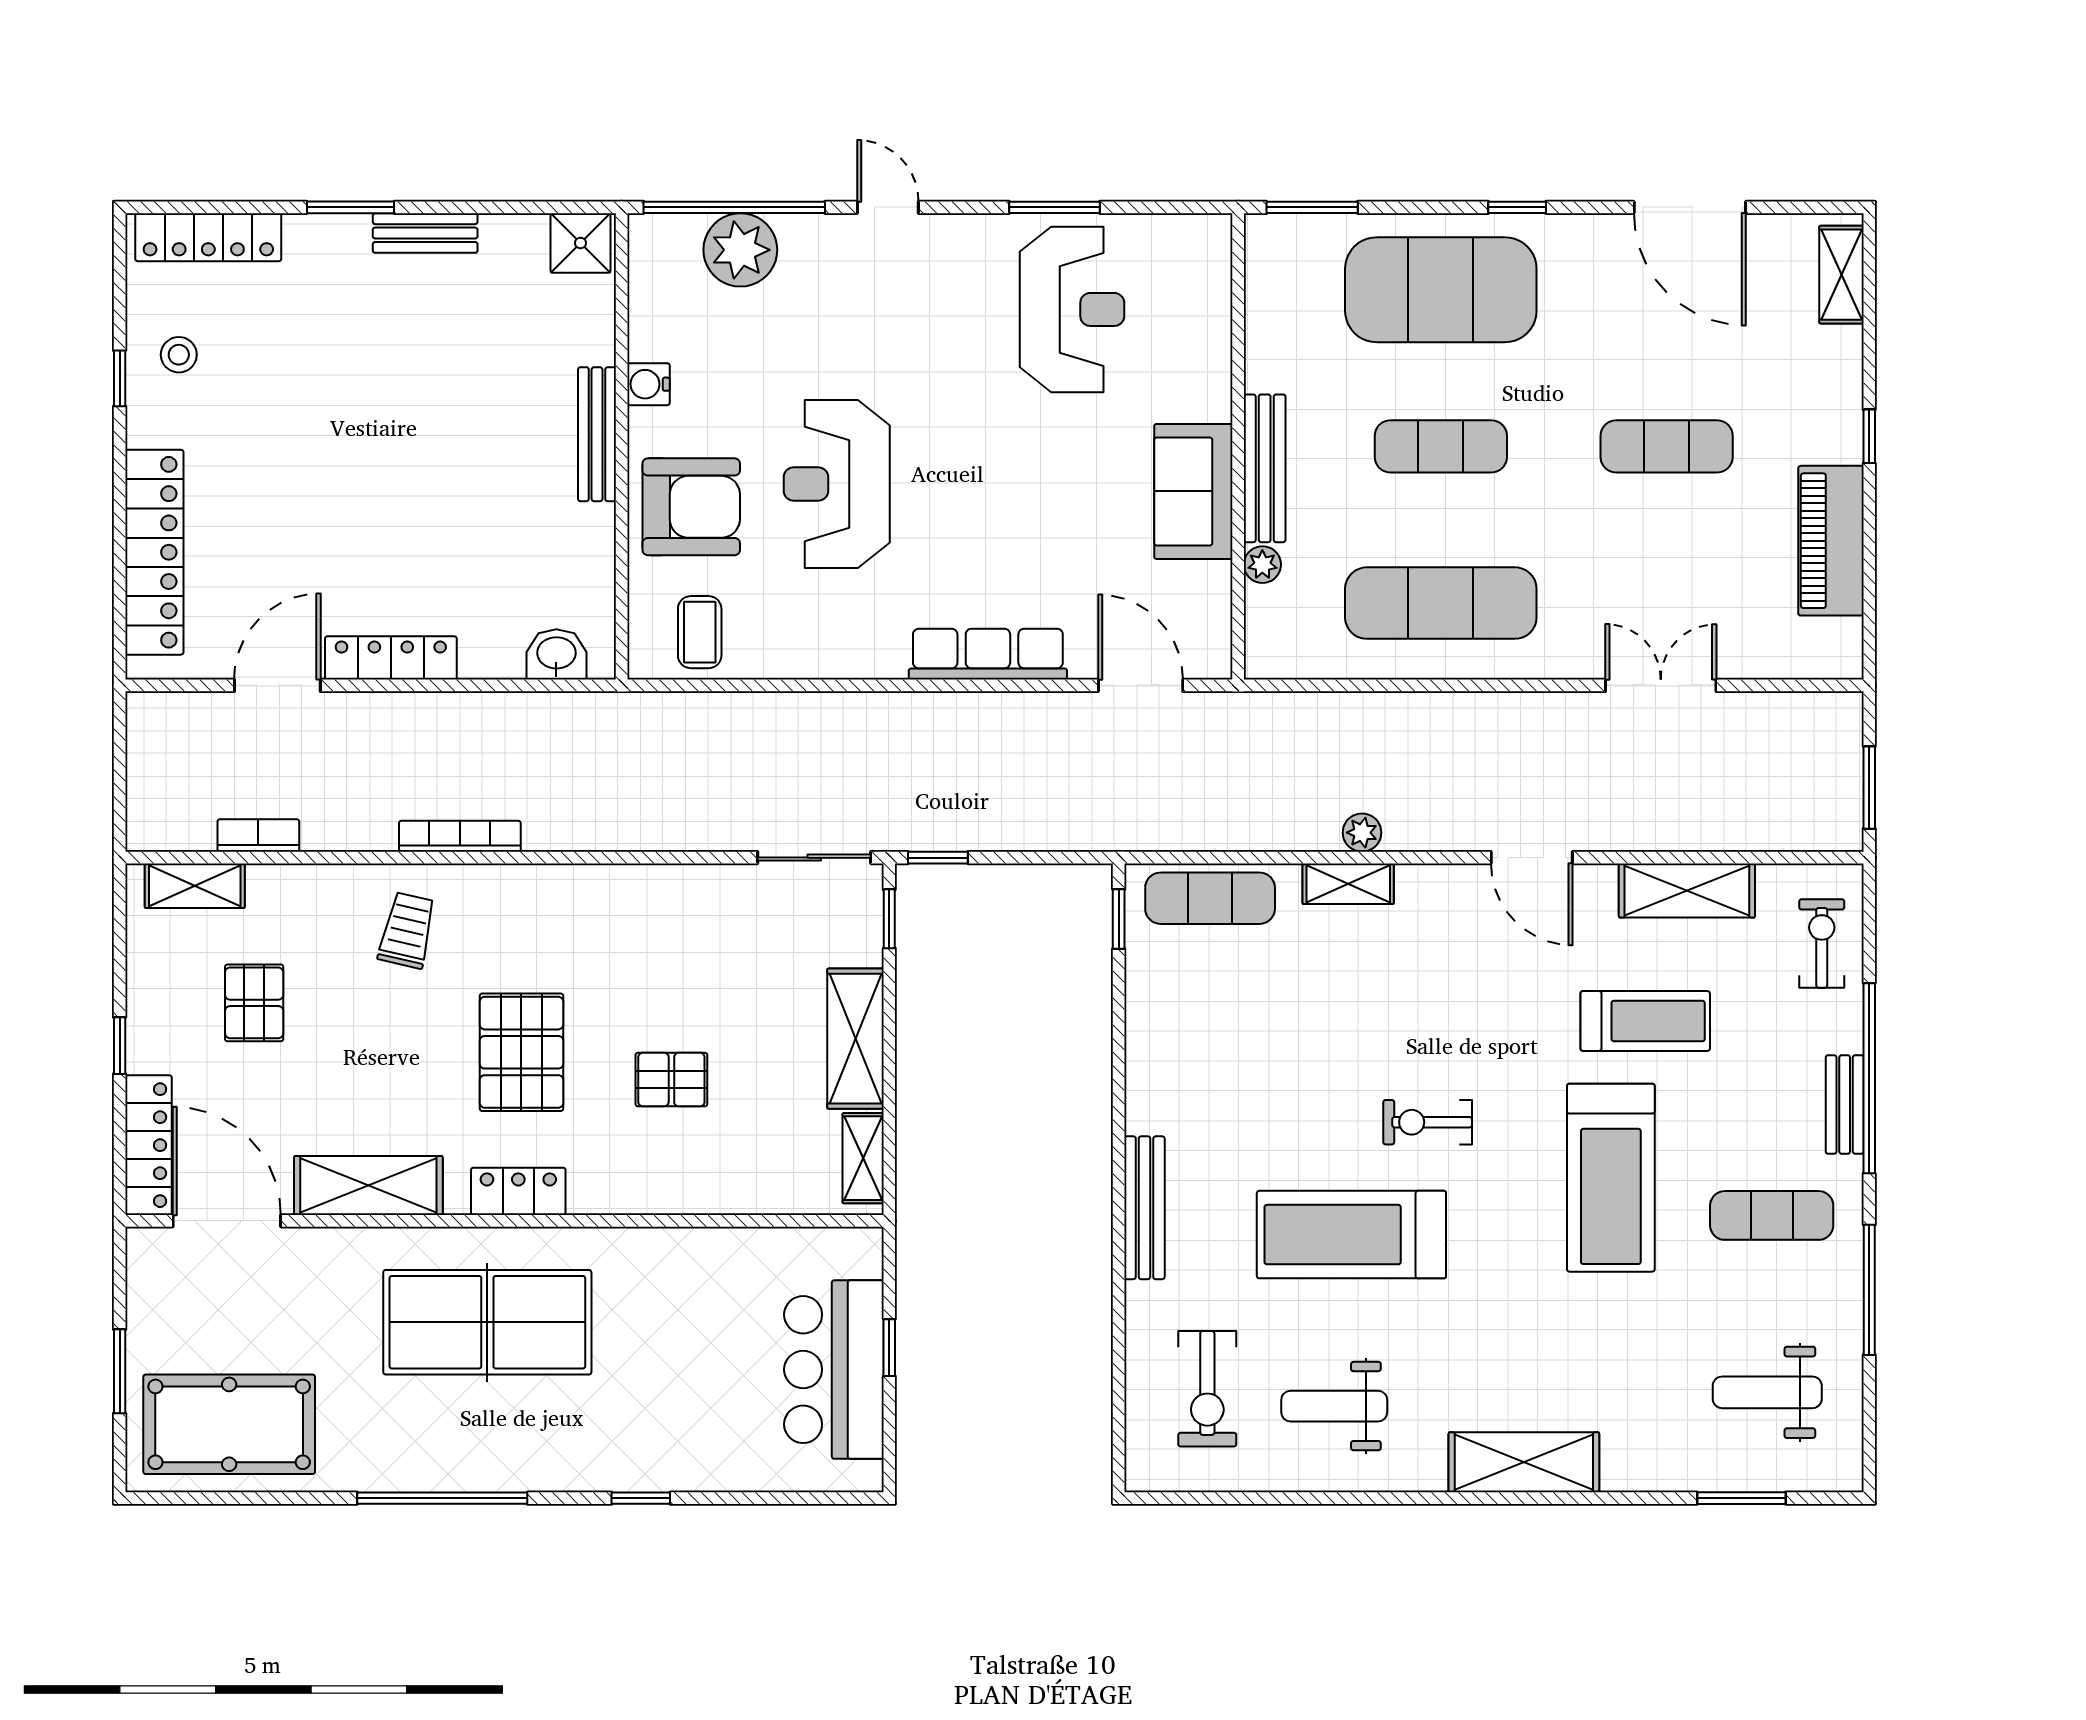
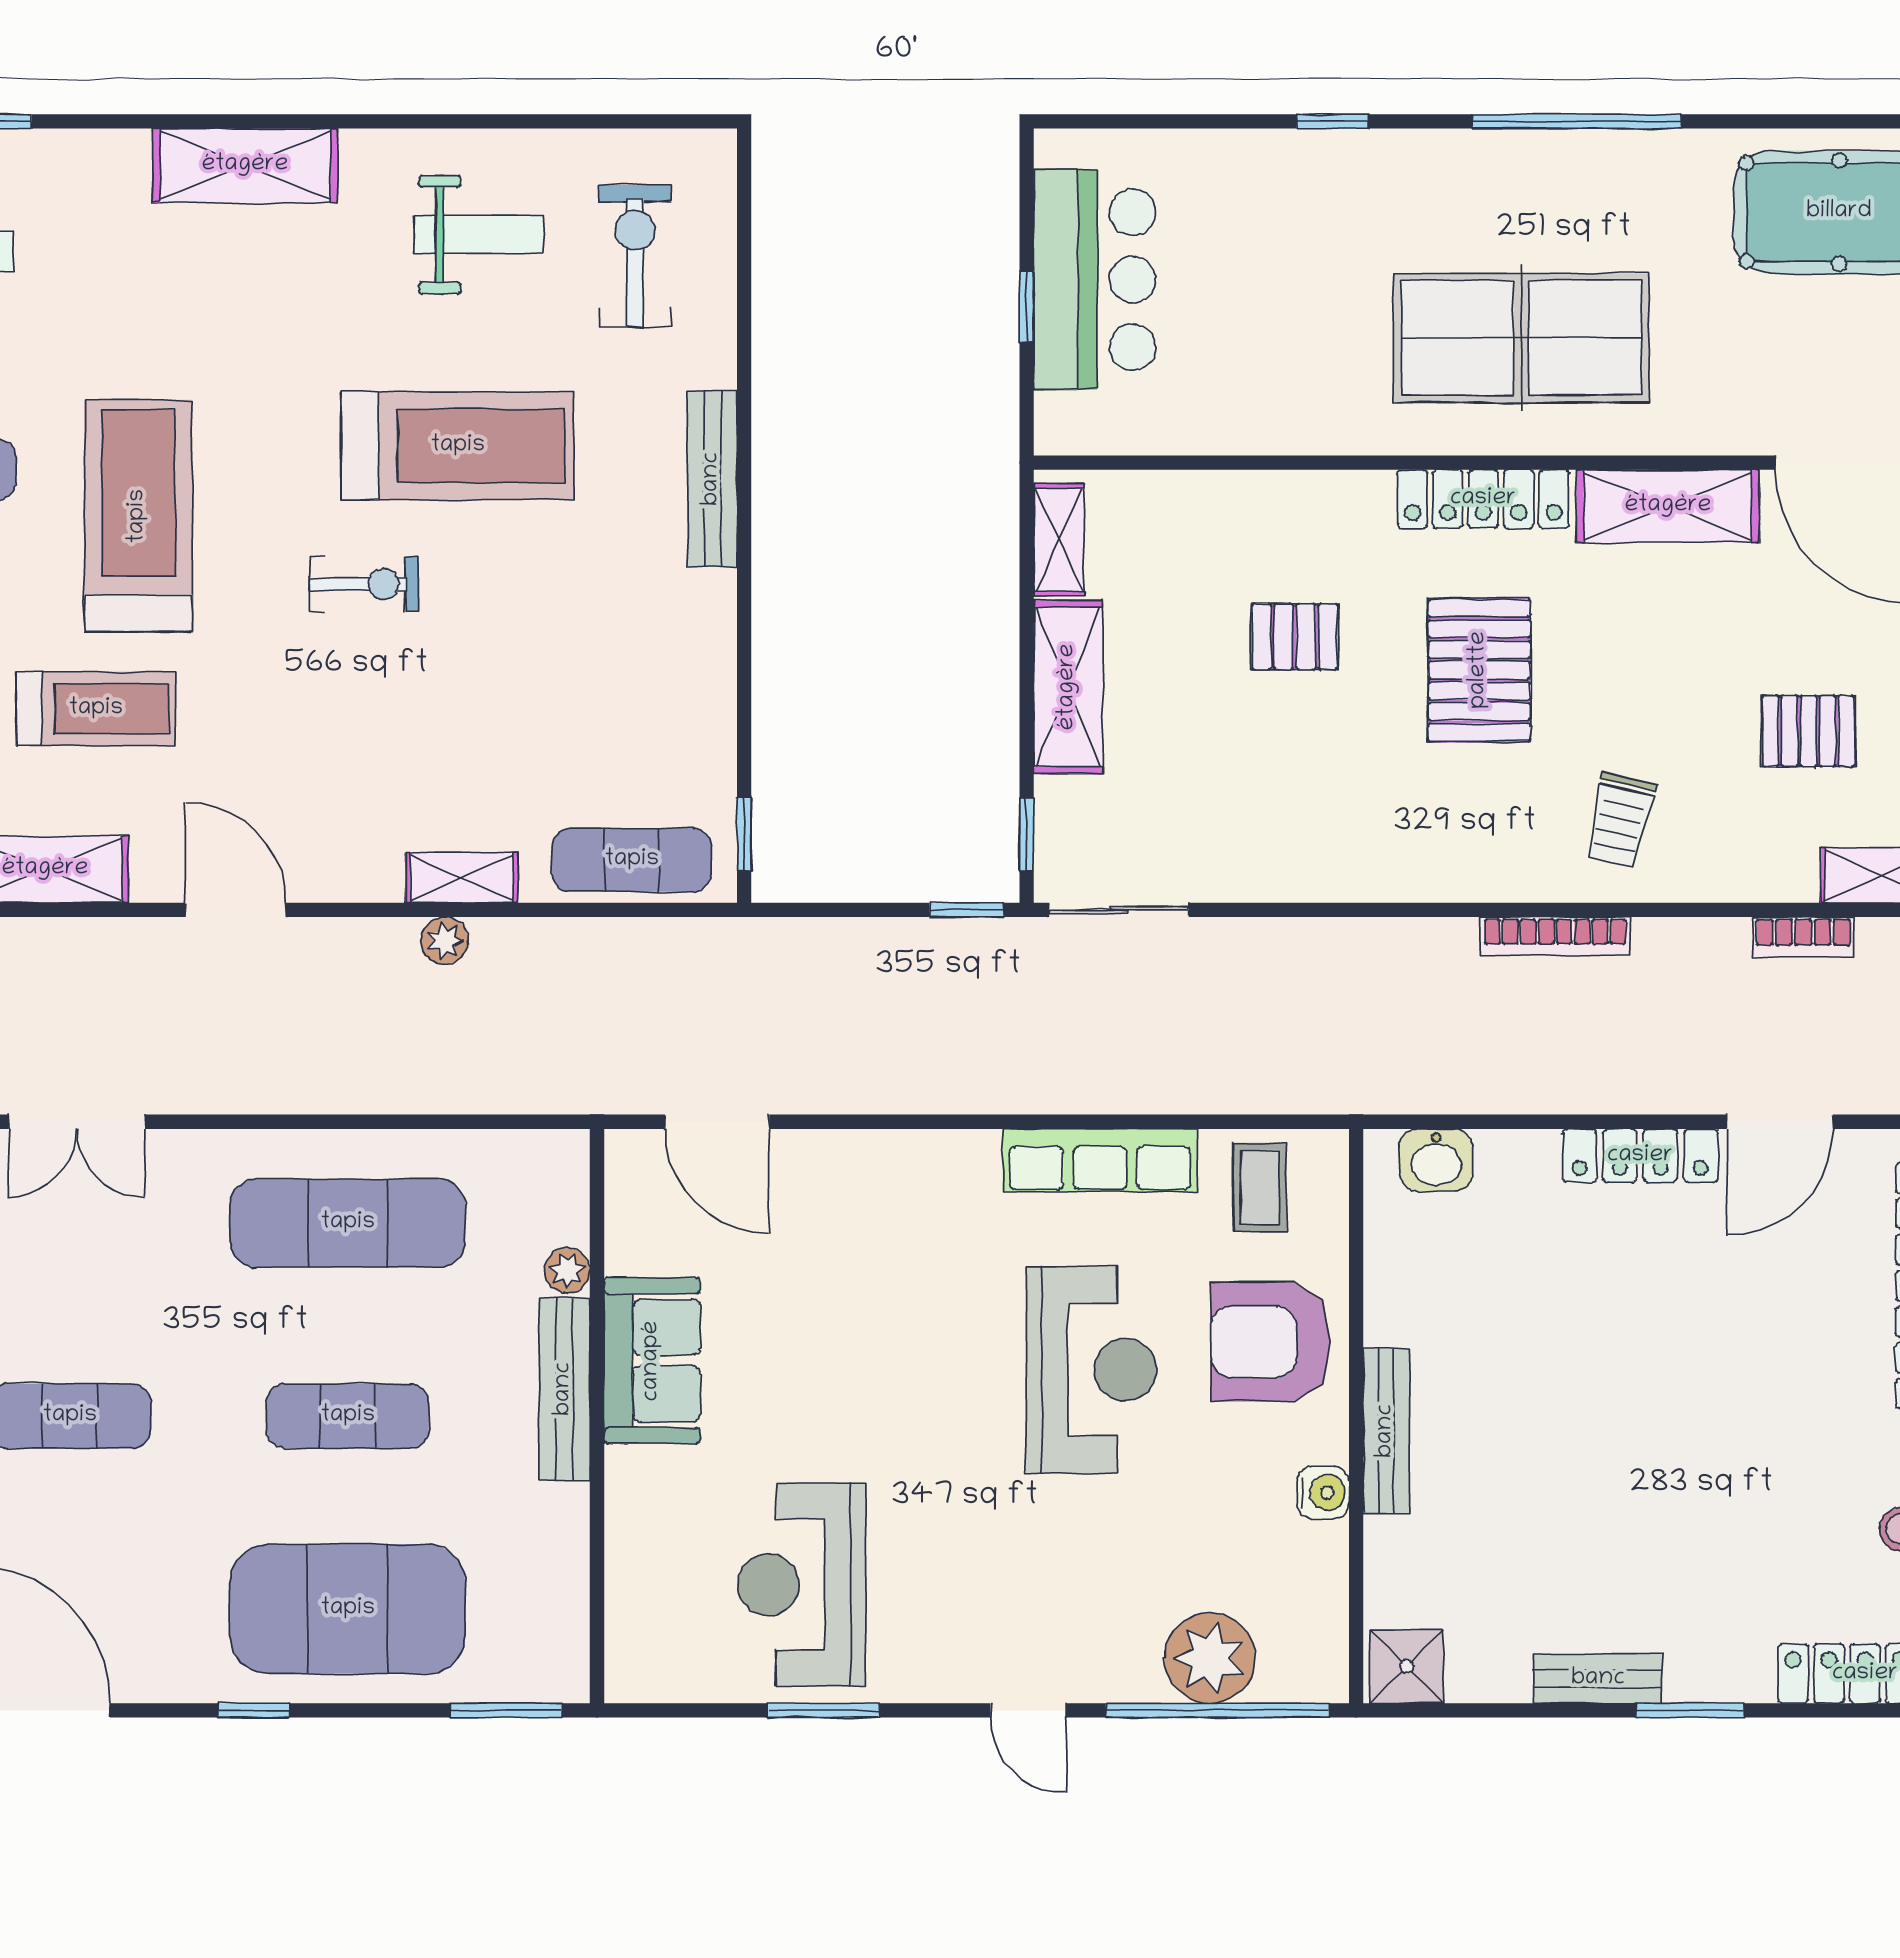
row of seats: (988, 654) -> (1100, 1160), moved
pallet: (254, 1003) -> (1808, 731), turned 90
treadmill: (1645, 1021) -> (96, 709), turned 180
locker: (518, 1191) -> (1483, 499), width x1.53

